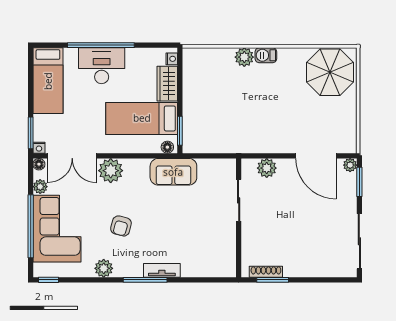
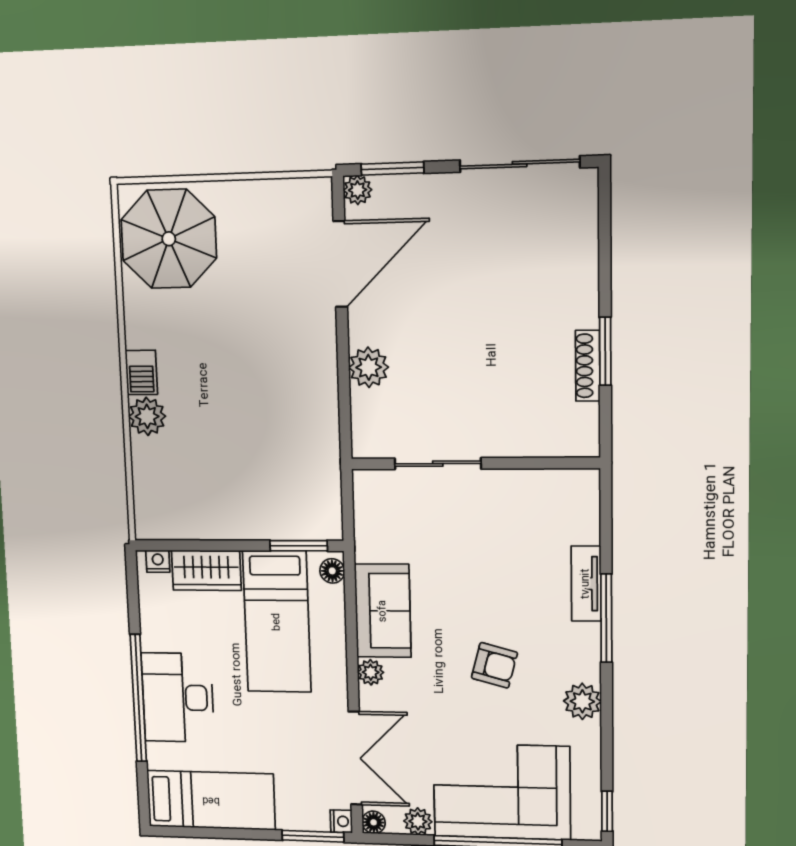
plant: (111, 171) -> (371, 672), width x0.53, depth x0.53
sofa: (173, 172) -> (383, 611), moved
sliding door: (239, 200) -> (438, 464), moved
wall: (239, 218) -> (474, 463), moved

